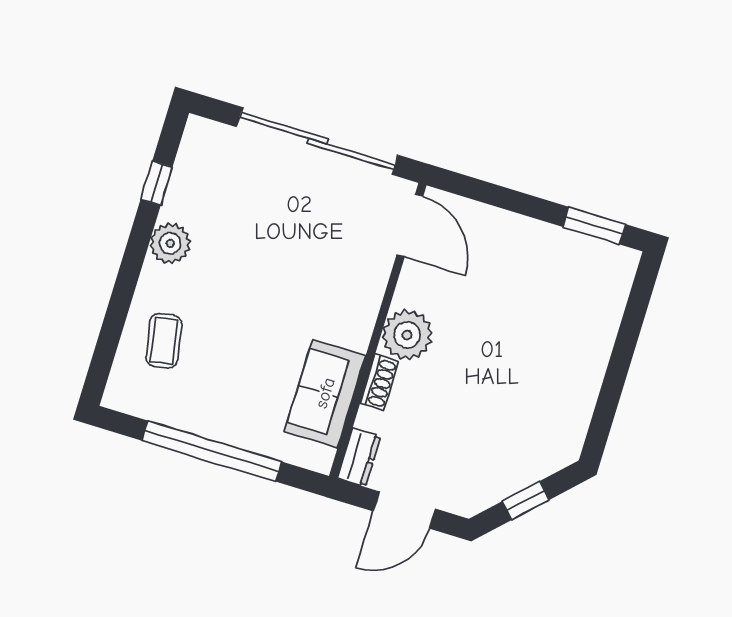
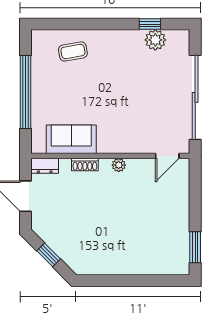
door: (410, 226) -> (167, 156), width x0.73
plant: (170, 243) -> (155, 40), moved
plant: (407, 335) -> (119, 165), width x0.53, depth x0.53

